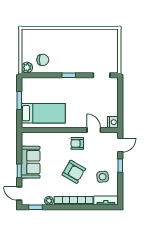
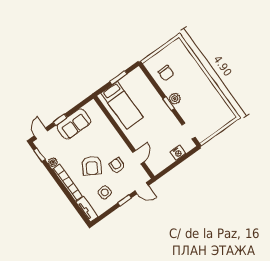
plant: (27, 68) -> (175, 99), moved
nightstand: (113, 122) -> (178, 153), moved
armchair: (77, 143) -> (117, 166), moved

